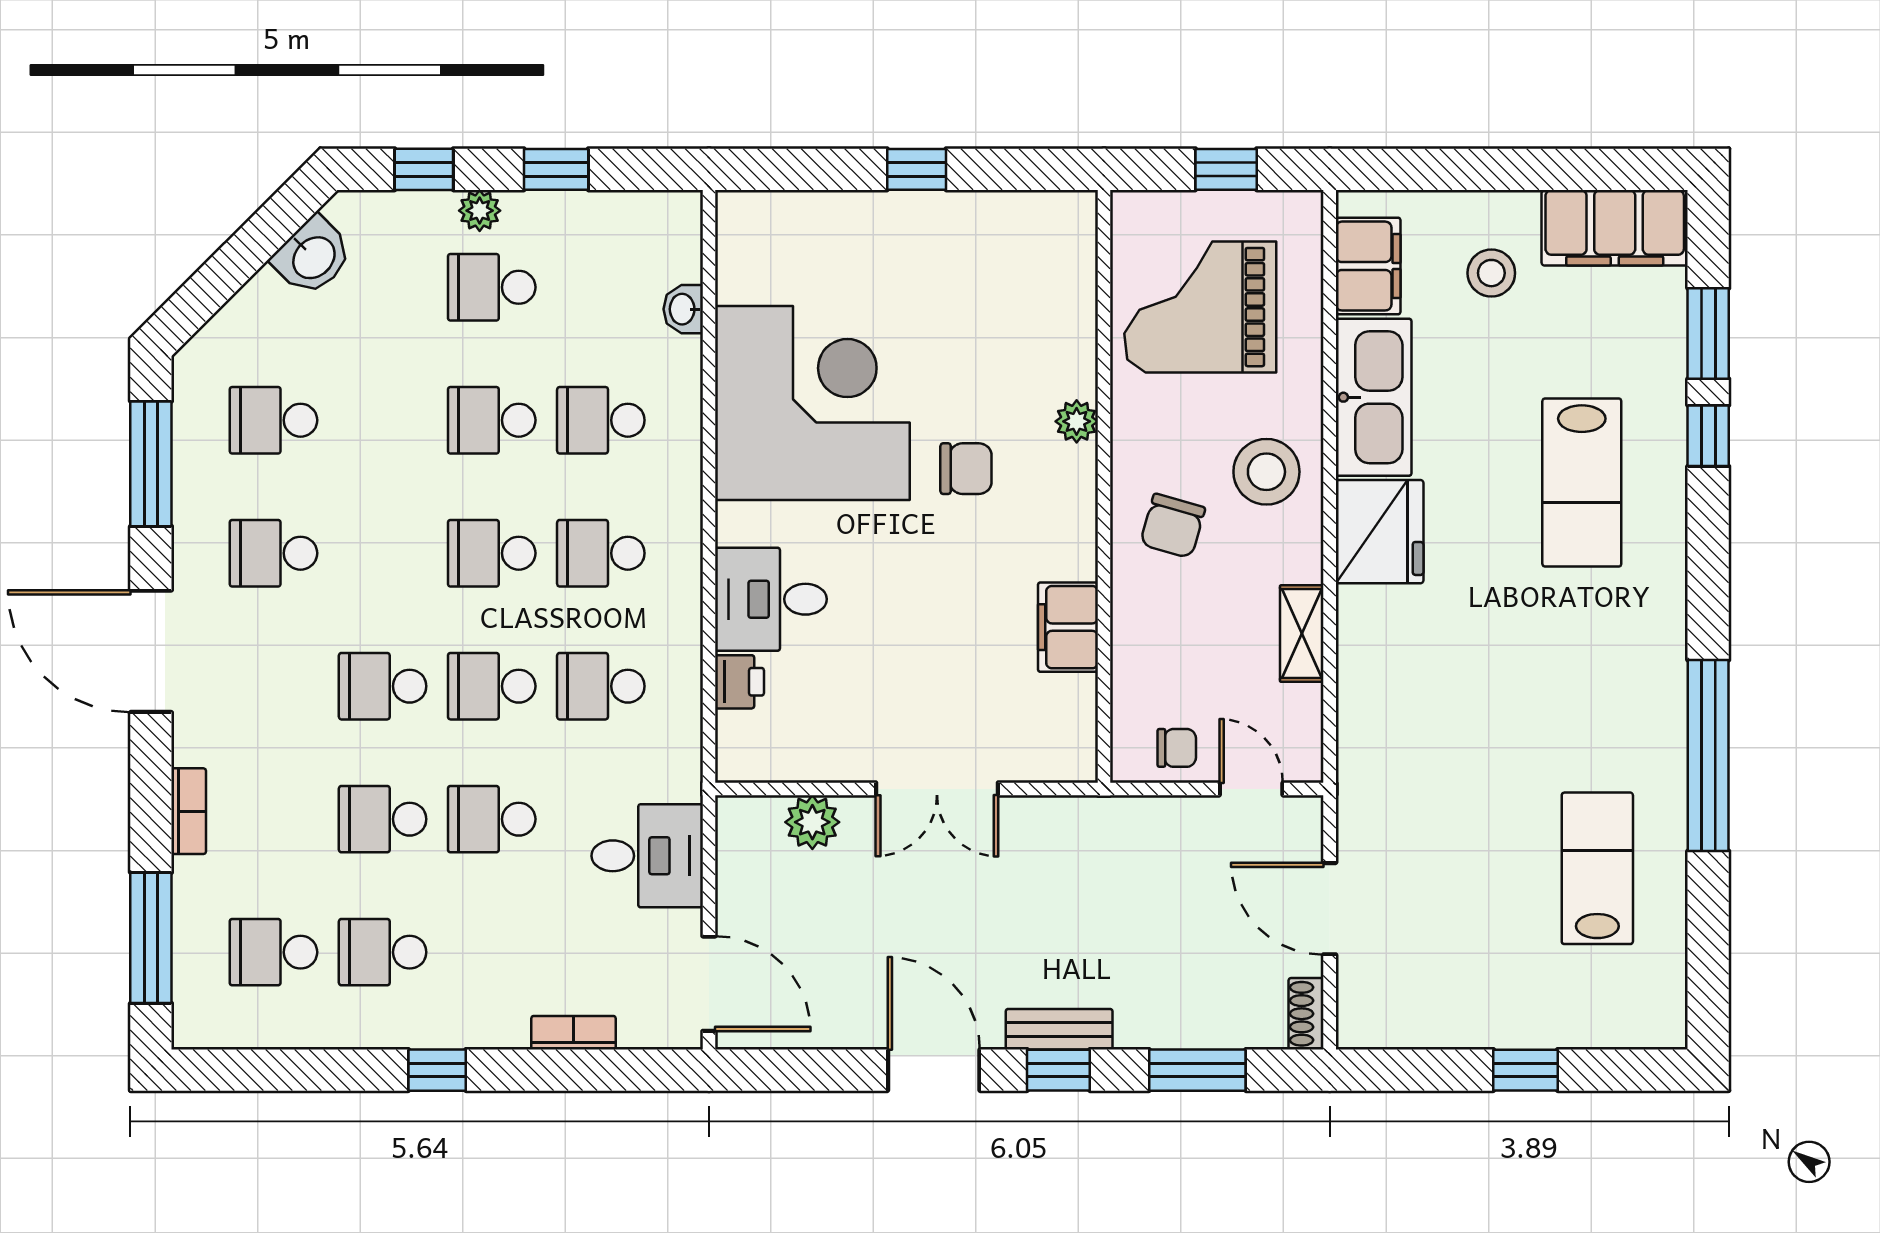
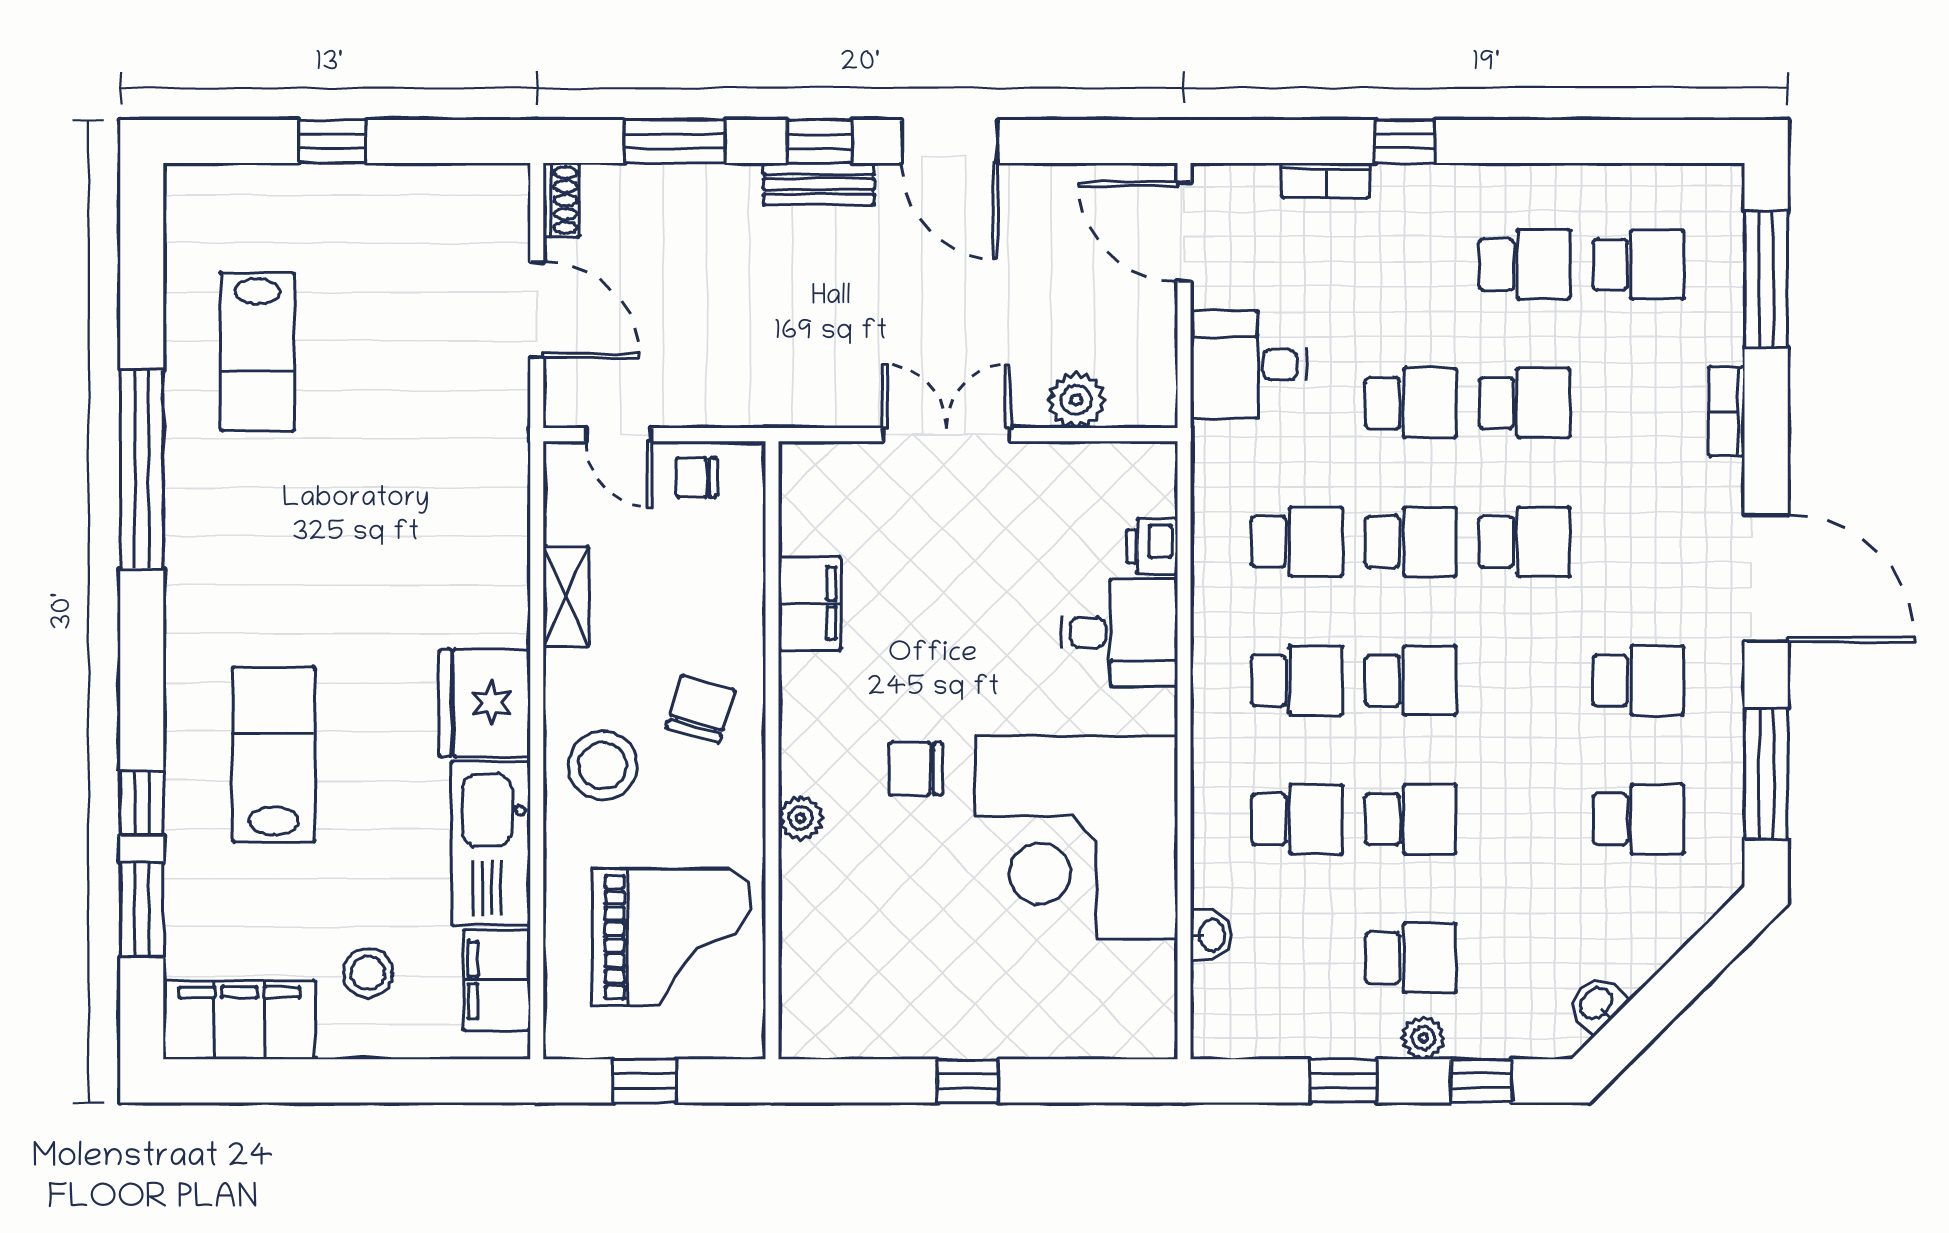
washbasin: (313, 256) -> (1597, 1004), width x0.72, depth x0.69
window: (437, 1070) -> (1405, 141), moved

